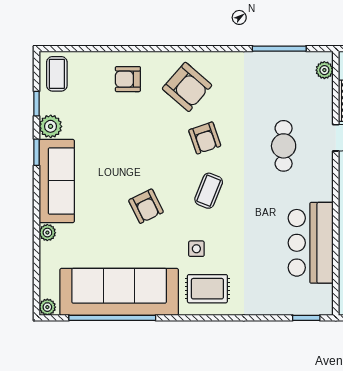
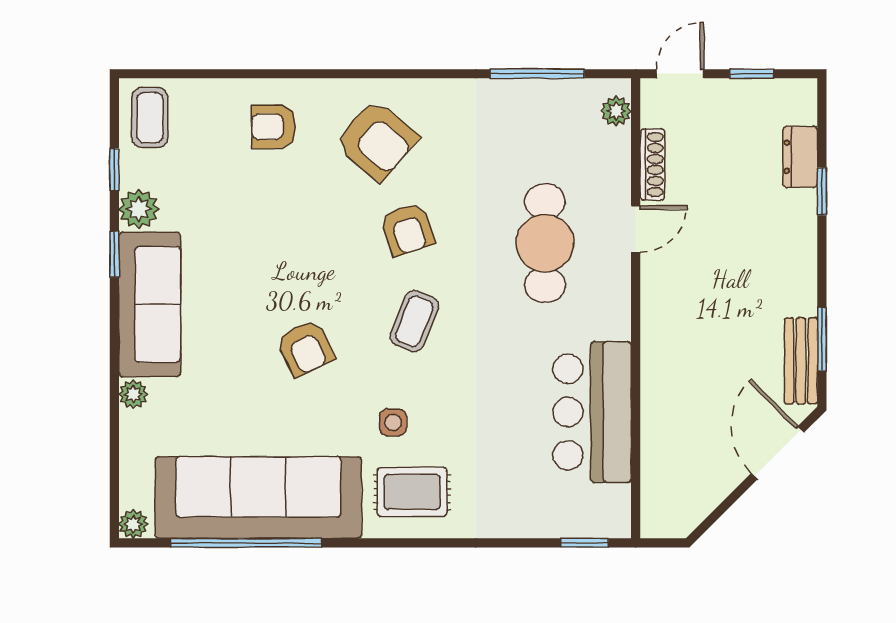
cafe table: (284, 146) -> (545, 243), width x1.37, depth x1.35

